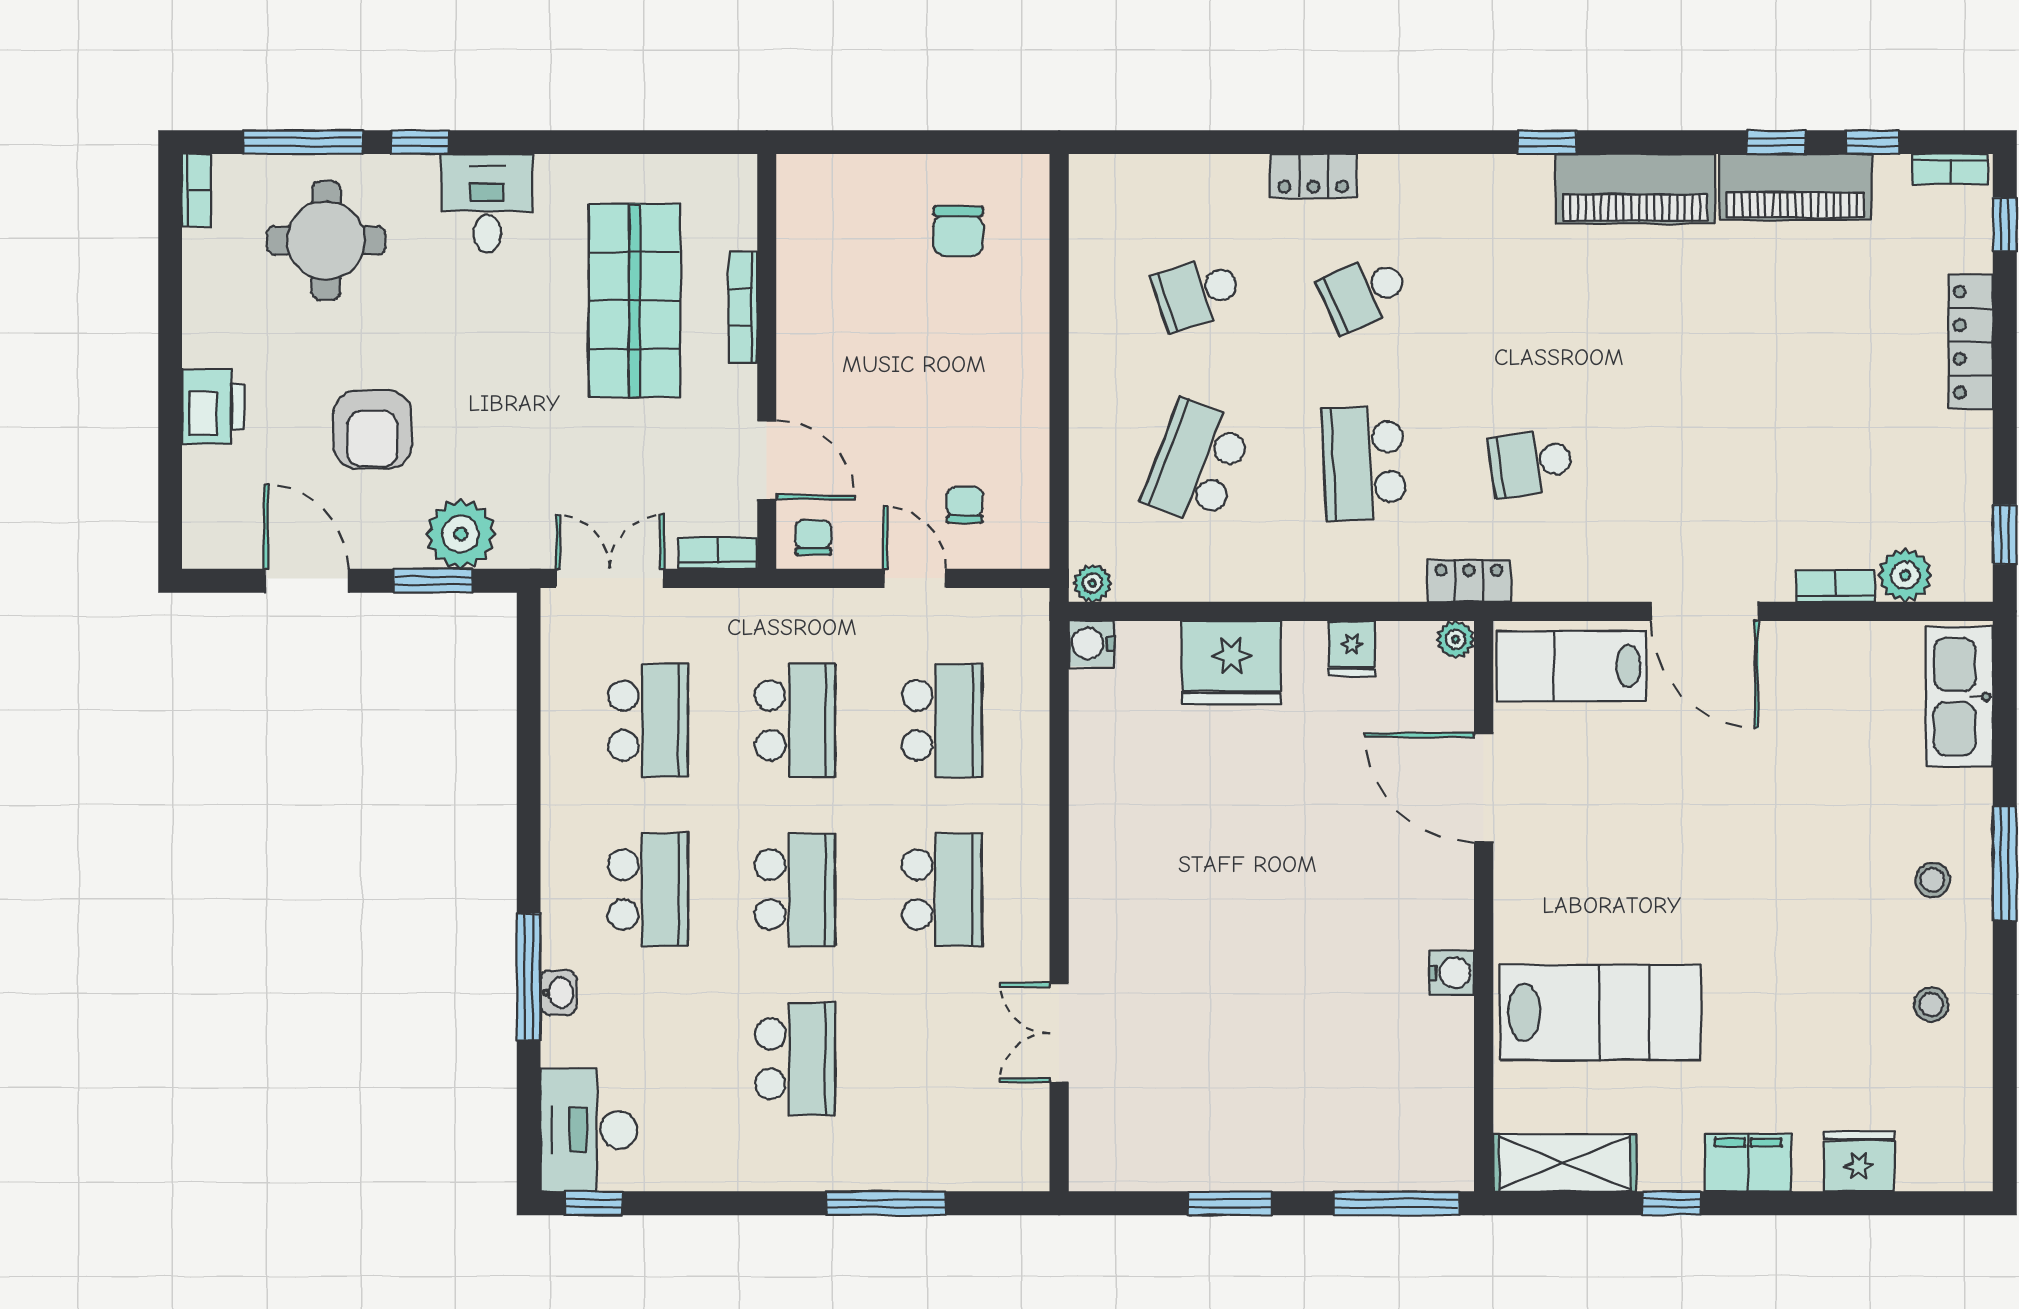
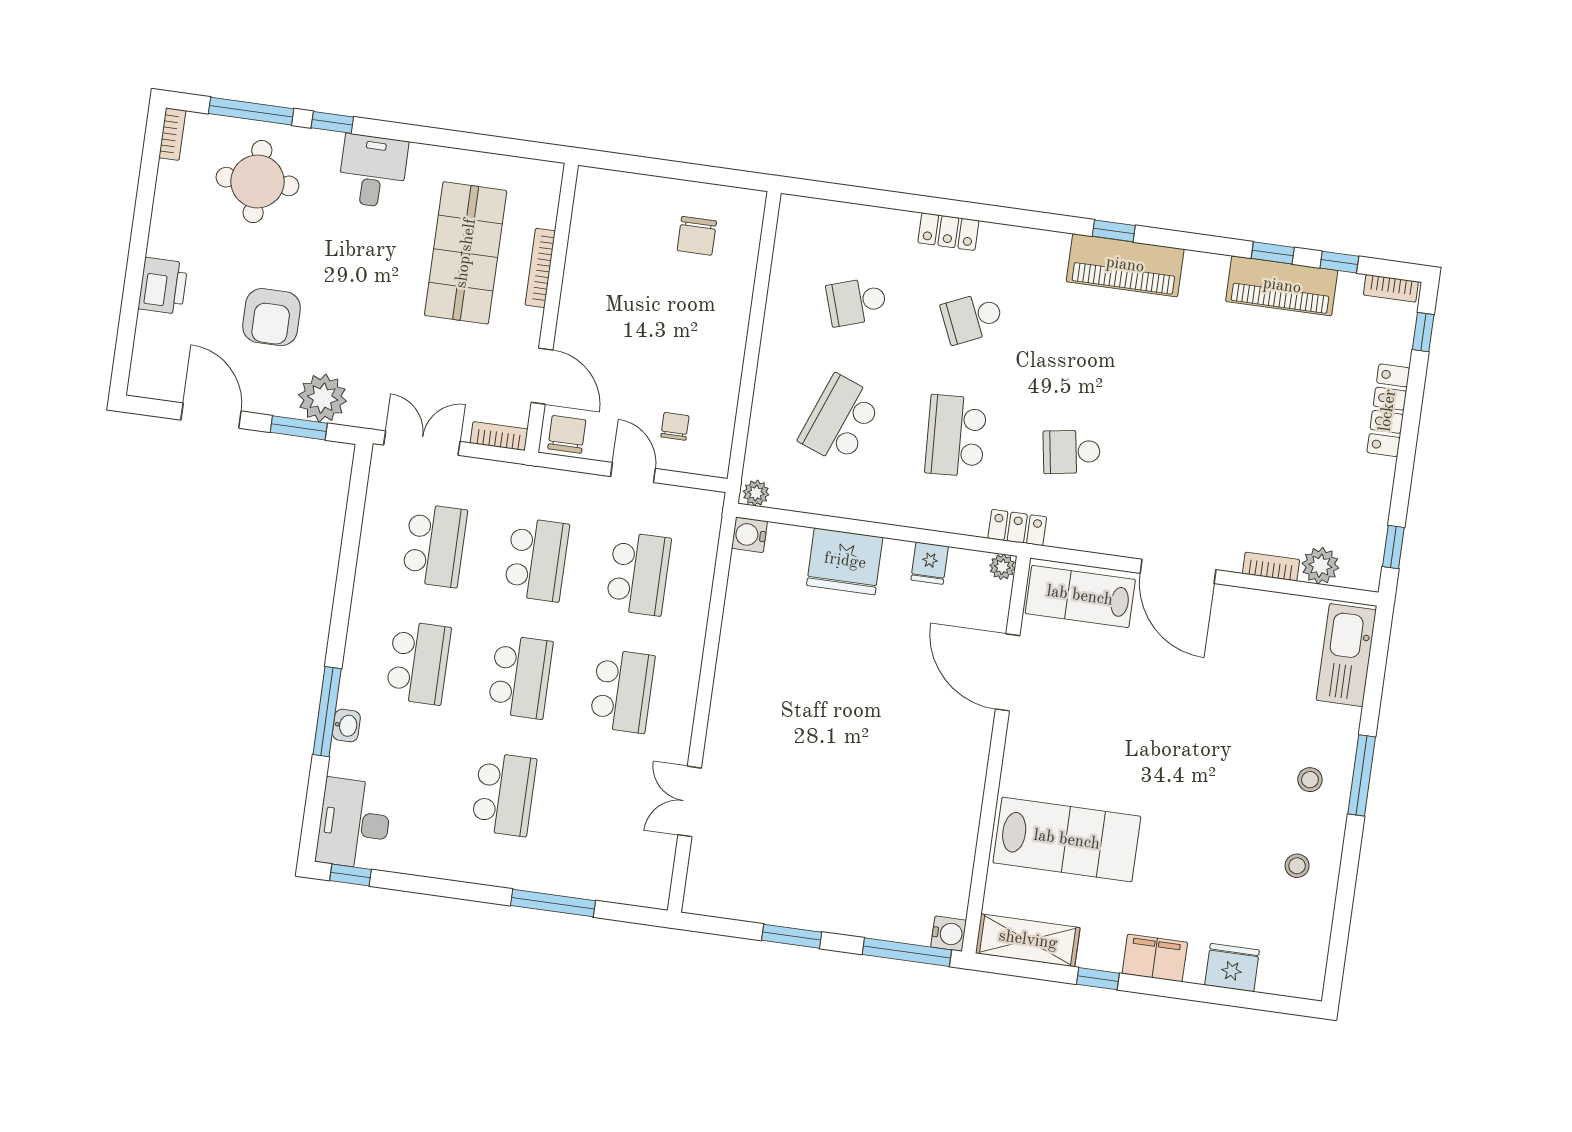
piano: (1635, 189) -> (1125, 265), moved
chair: (813, 537) -> (567, 434), width x1.37, depth x1.37
water cooler: (1452, 973) -> (949, 934), moved

